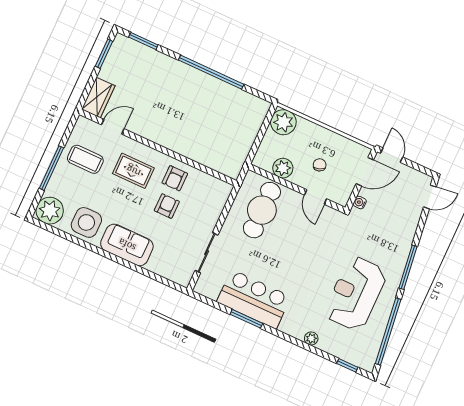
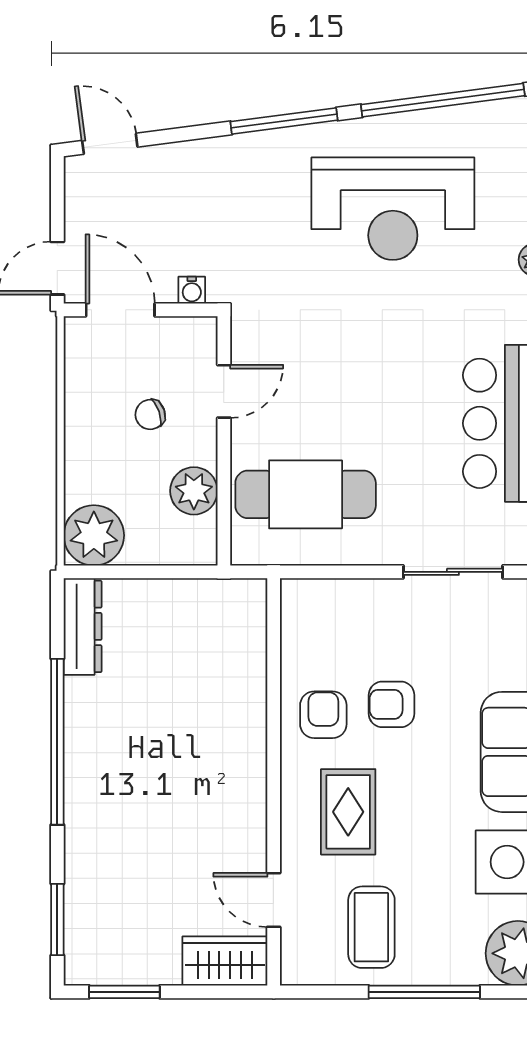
dresser: (251, 102) -> (83, 626), added
armchair: (175, 178) -> (323, 715), turned -90

